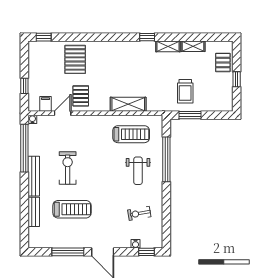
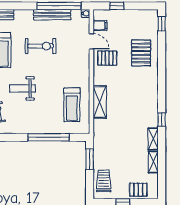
pallet: (75, 59) -> (141, 53), turned 90
trolley: (185, 91) -> (104, 181), moved, turned 90
weight bench: (138, 171) -> (22, 88), moved
bench: (34, 176) -> (52, 15), moved

